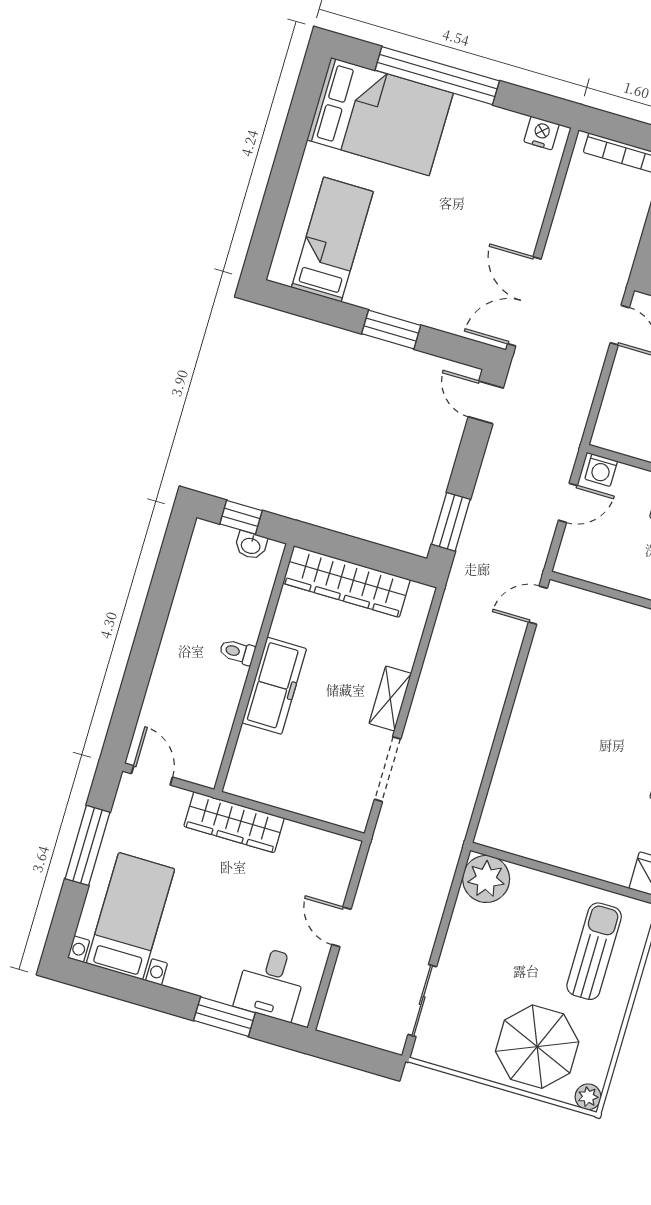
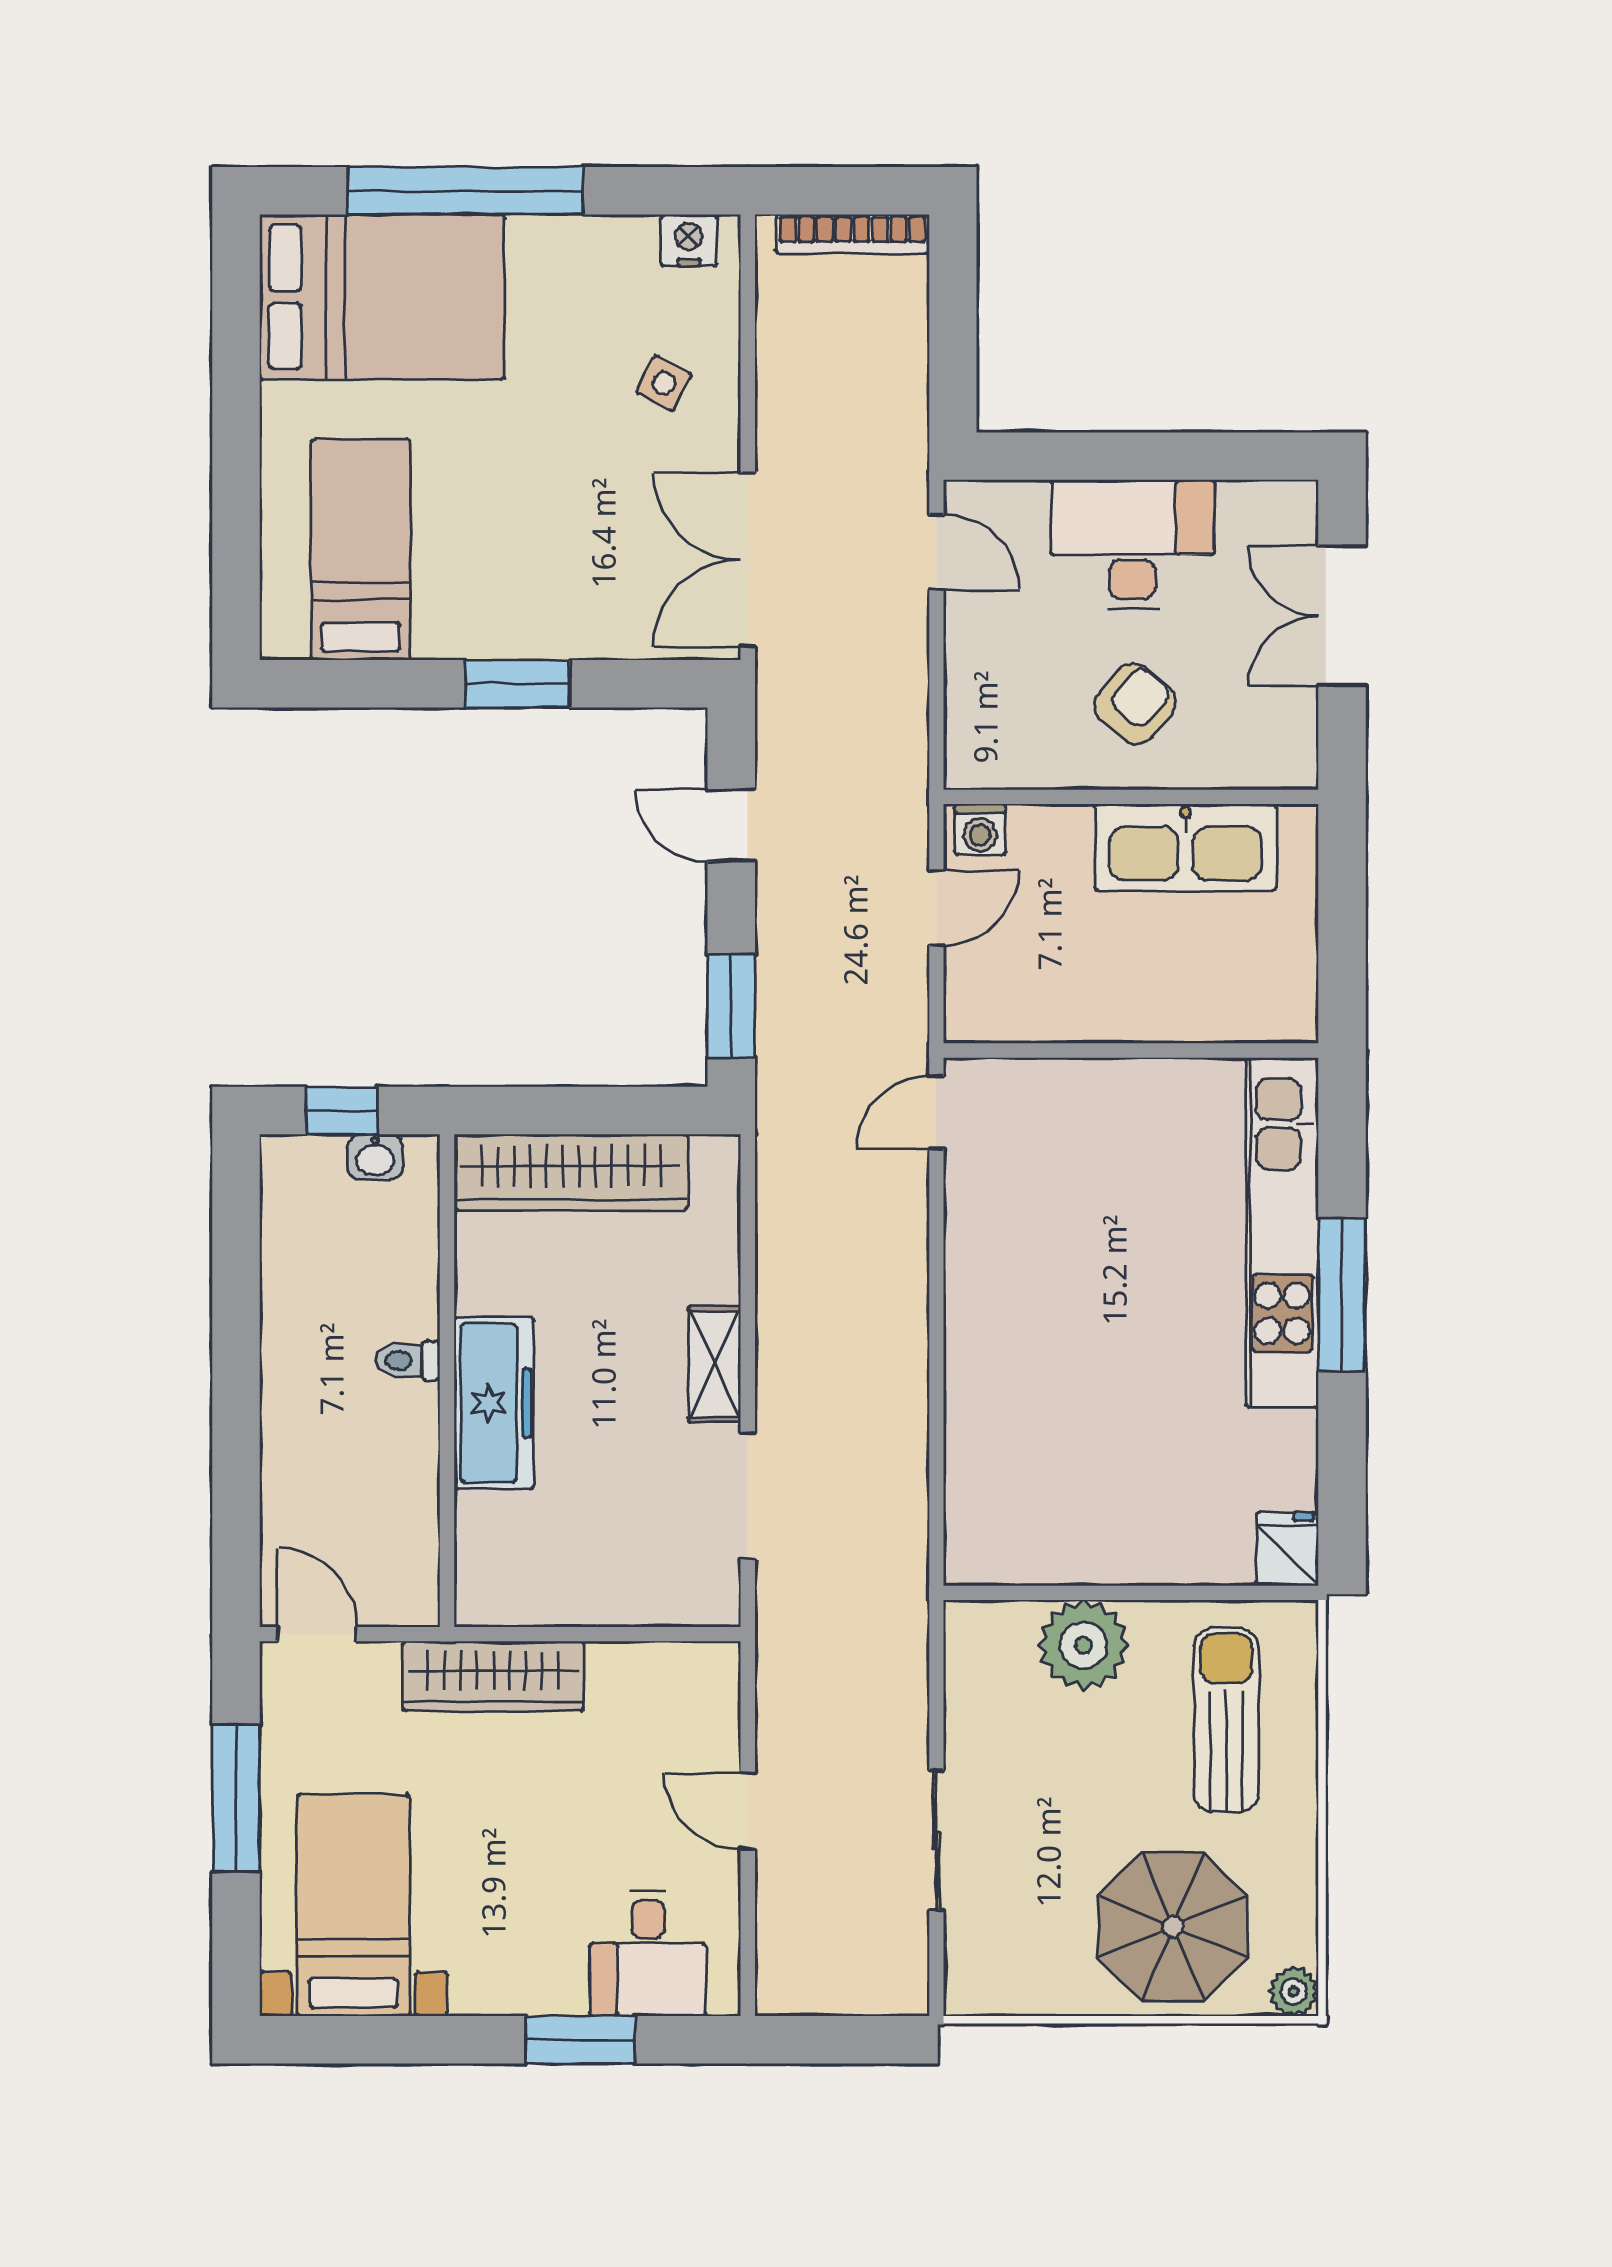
side table: (508, 201) -> (664, 383), added
door: (486, 402) -> (731, 825), moved
plant: (486, 879) -> (1083, 1645), moved
sliding door: (422, 1001) -> (936, 1840), moved

